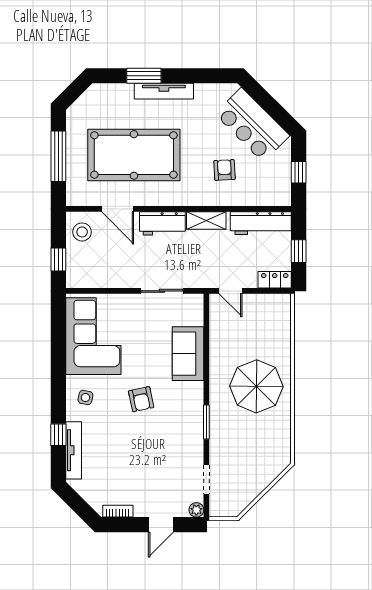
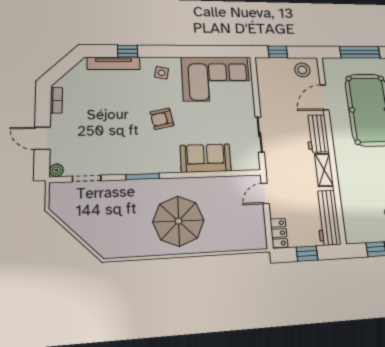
armchair: (224, 170) -> (369, 184), removed

